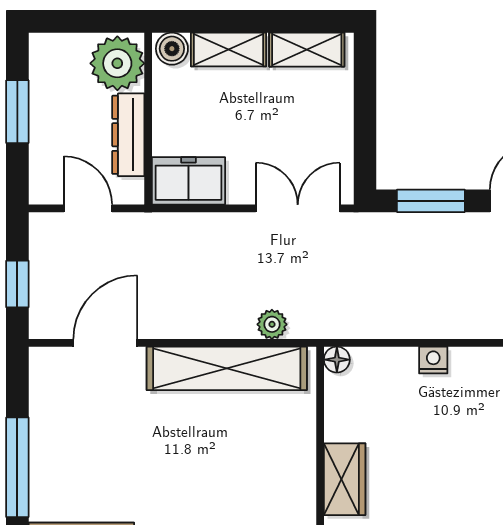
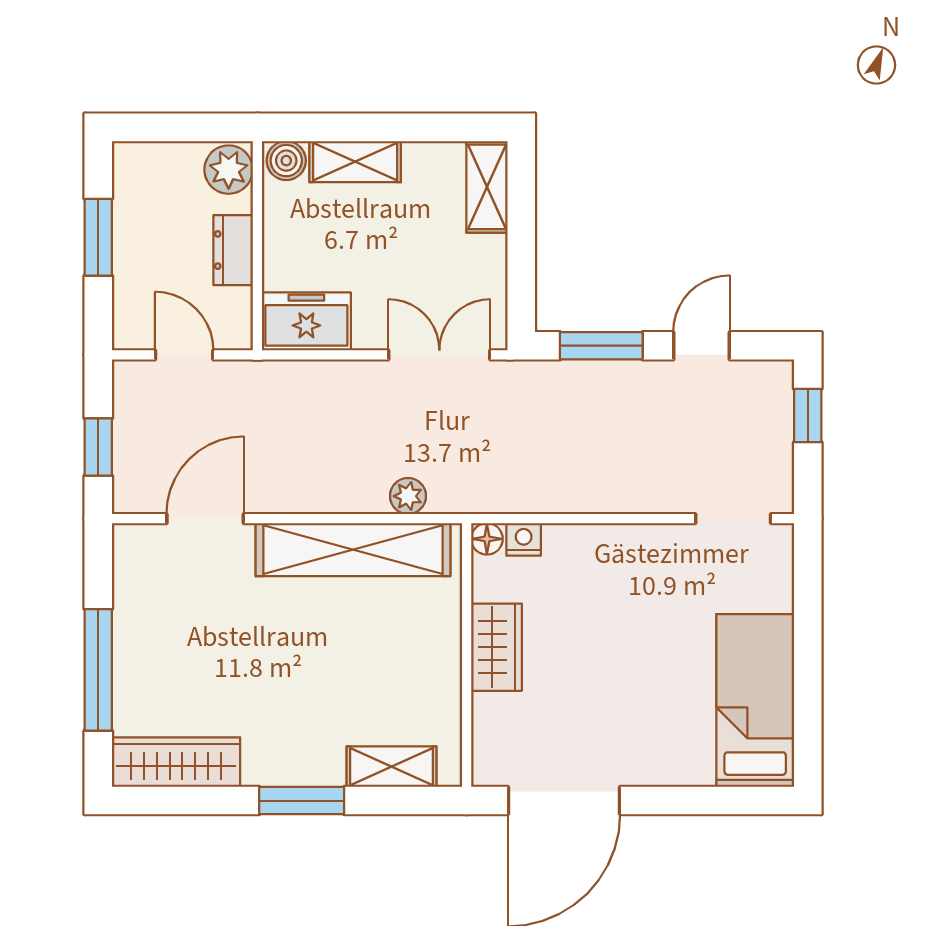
shelving: (307, 50) -> (487, 187), moved, turned 90
plant: (117, 63) -> (229, 170), width x0.73, depth x0.73
dresser: (128, 135) -> (233, 250), width x0.70
nightstand: (433, 360) -> (524, 539), moved
wardrobe: (345, 479) -> (496, 647), moved

